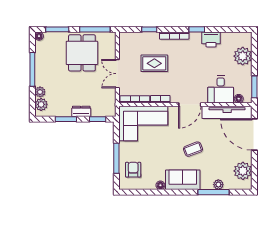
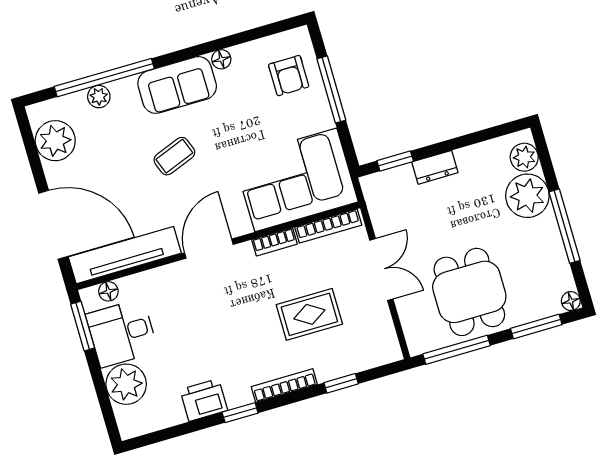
desk: (221, 89) -> (122, 333), moved, turned -90
plant: (40, 92) -> (527, 196), width x1.88, depth x1.88
window: (66, 119) -> (463, 141), removed
window: (214, 192) -> (104, 78), width x1.46

